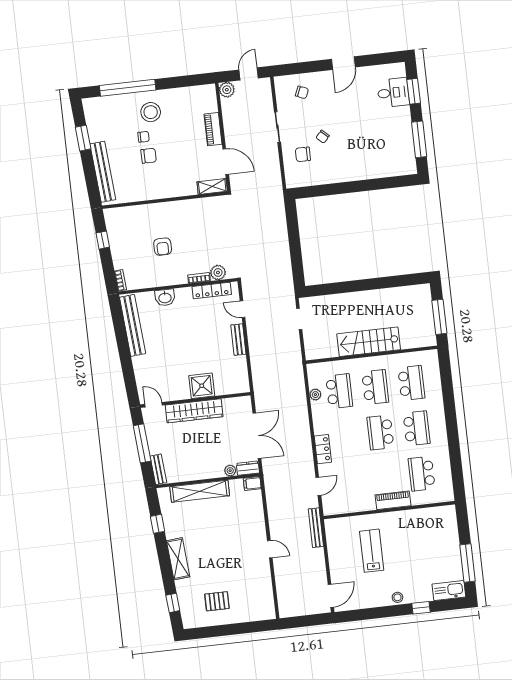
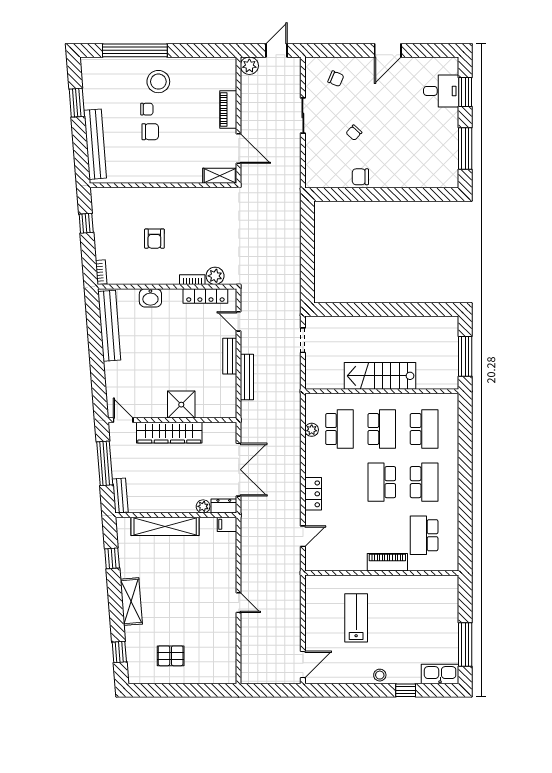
chair: (303, 154) -> (360, 177), moved
bench: (316, 528) -> (247, 377), moved

